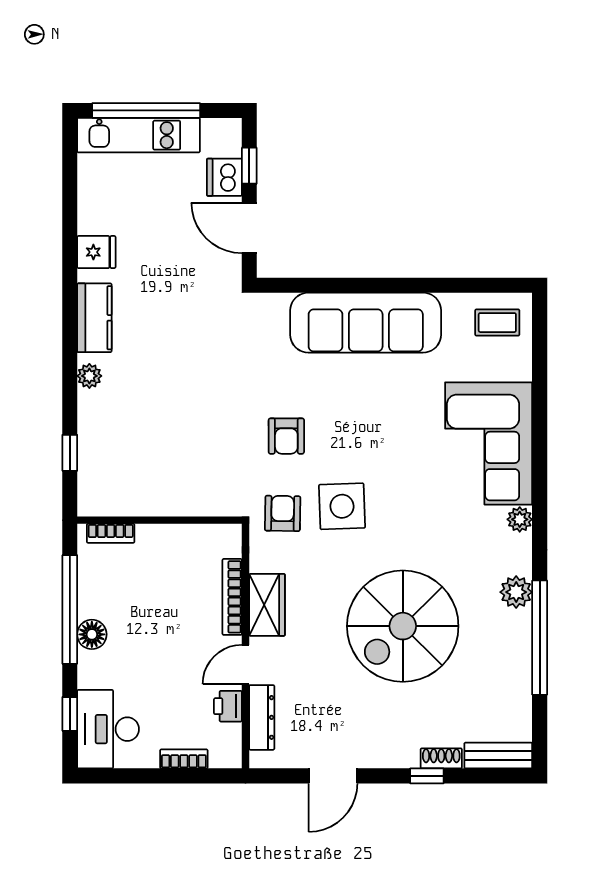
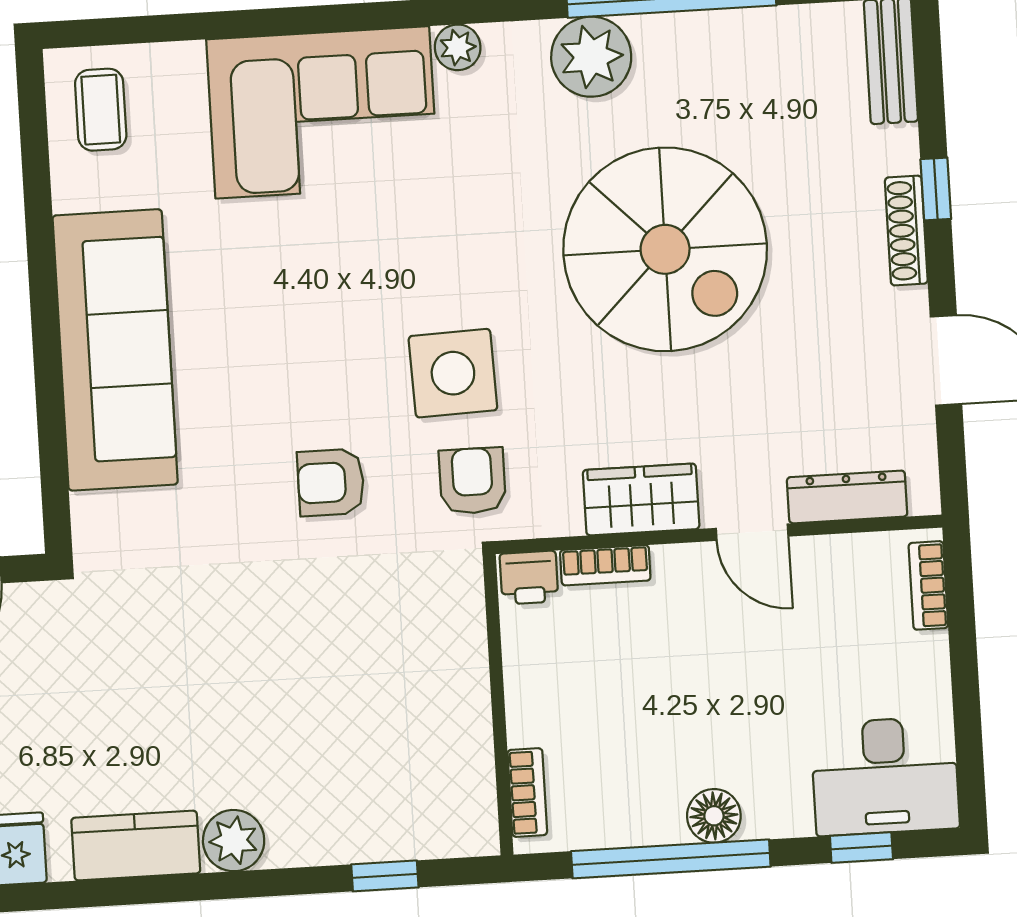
plant: (89, 376) -> (234, 841), width x1.38, depth x1.38
armchair: (286, 436) -> (331, 482), turned 180
armchair: (283, 513) -> (472, 481), turned 89
plant: (516, 592) -> (591, 57), width x1.36, depth x1.36
bookcase: (232, 597) -> (605, 565), width x0.64
printer: (228, 706) -> (529, 578), moved
shoe rack: (441, 758) -> (906, 231), moved, width x1.43
bookcase: (184, 759) -> (928, 585), moved

